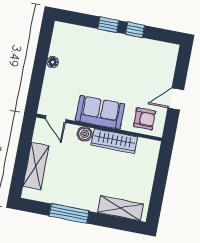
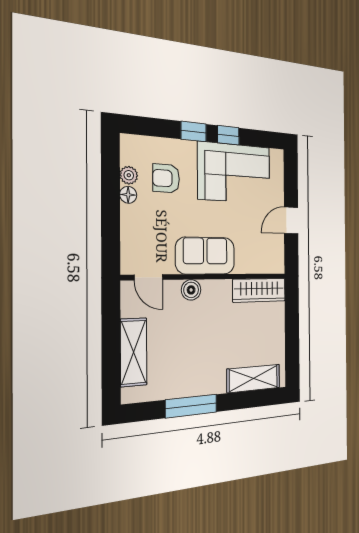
plant: (56, 49) -> (129, 175), added
corner sofa: (135, 57) -> (234, 173), added
armchair: (145, 119) -> (166, 178), moved, turned 180
wardrobe: (114, 141) -> (259, 290), moved

